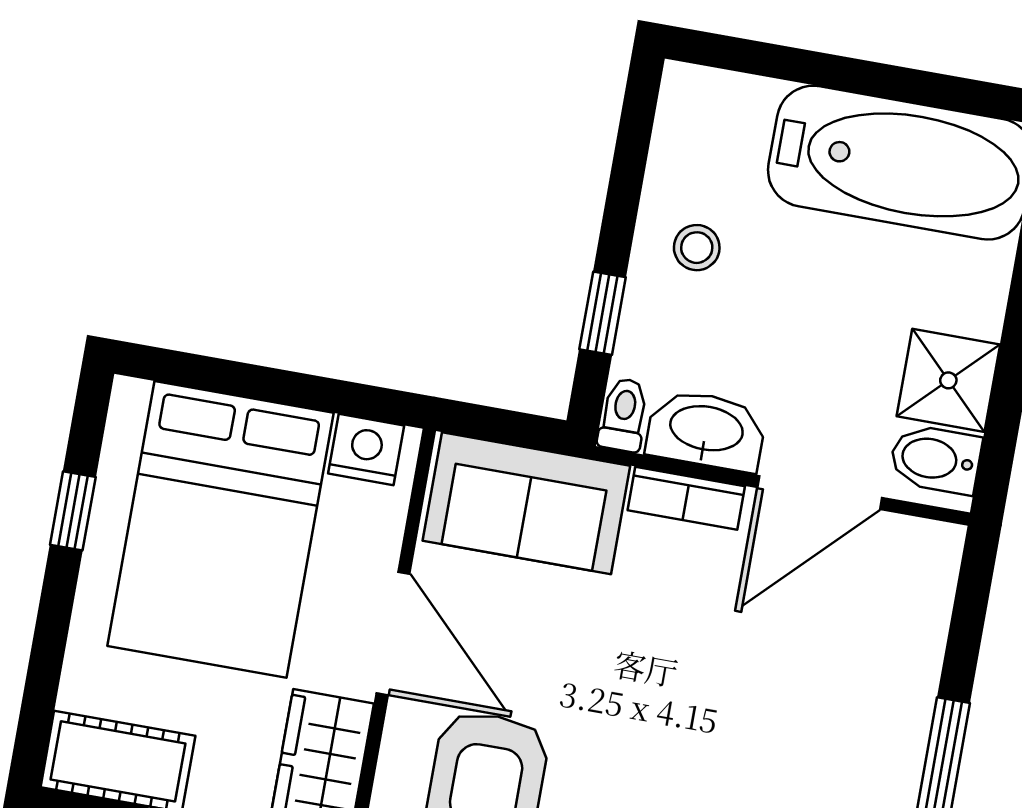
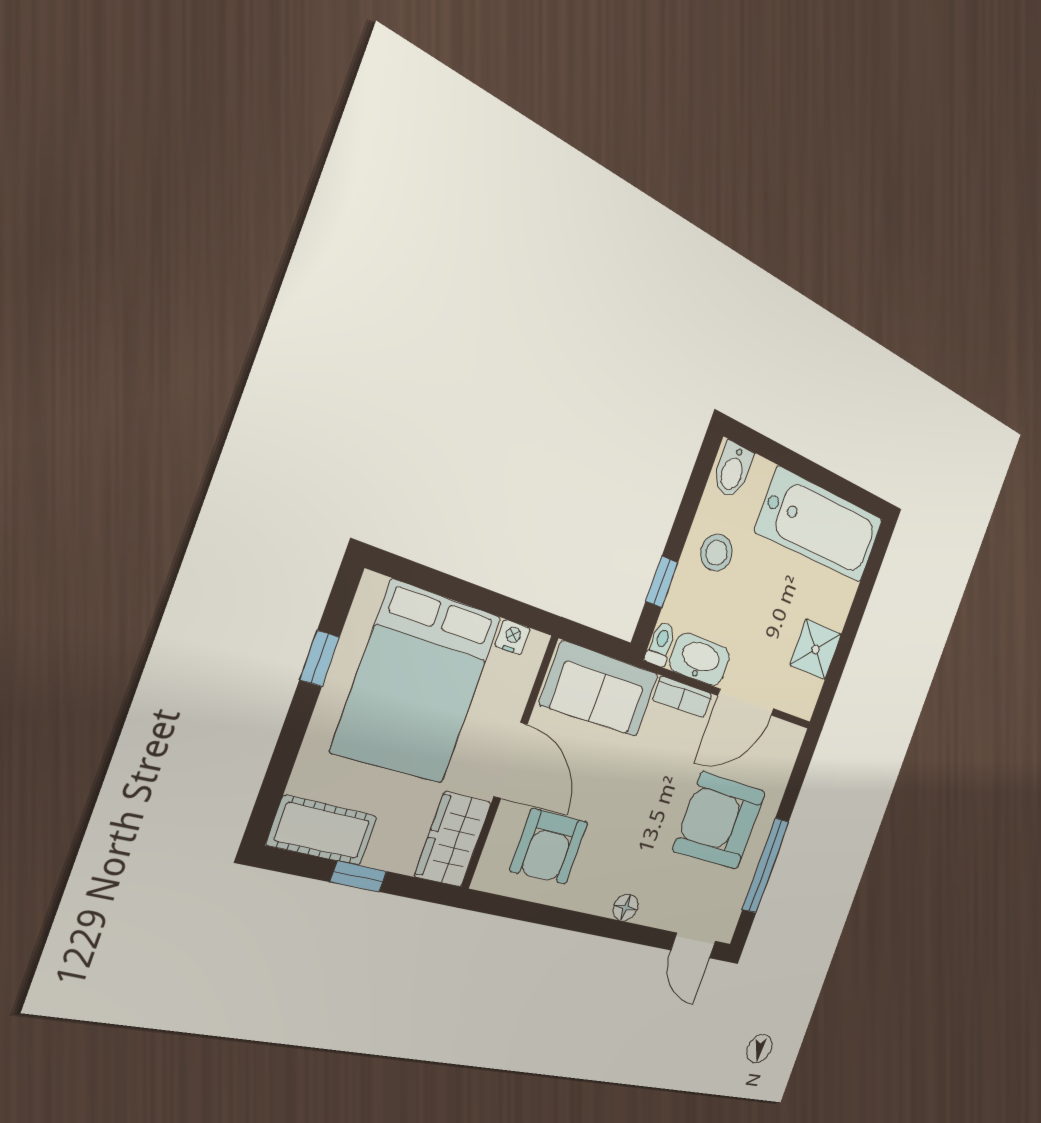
stool: (697, 248) -> (717, 553), width x1.37, depth x1.37
nightstand: (366, 449) -> (513, 637), width x0.72, depth x0.74
bidet: (935, 459) -> (733, 470), moved, turned -90
armchair: (815, 710) -> (720, 821), added

